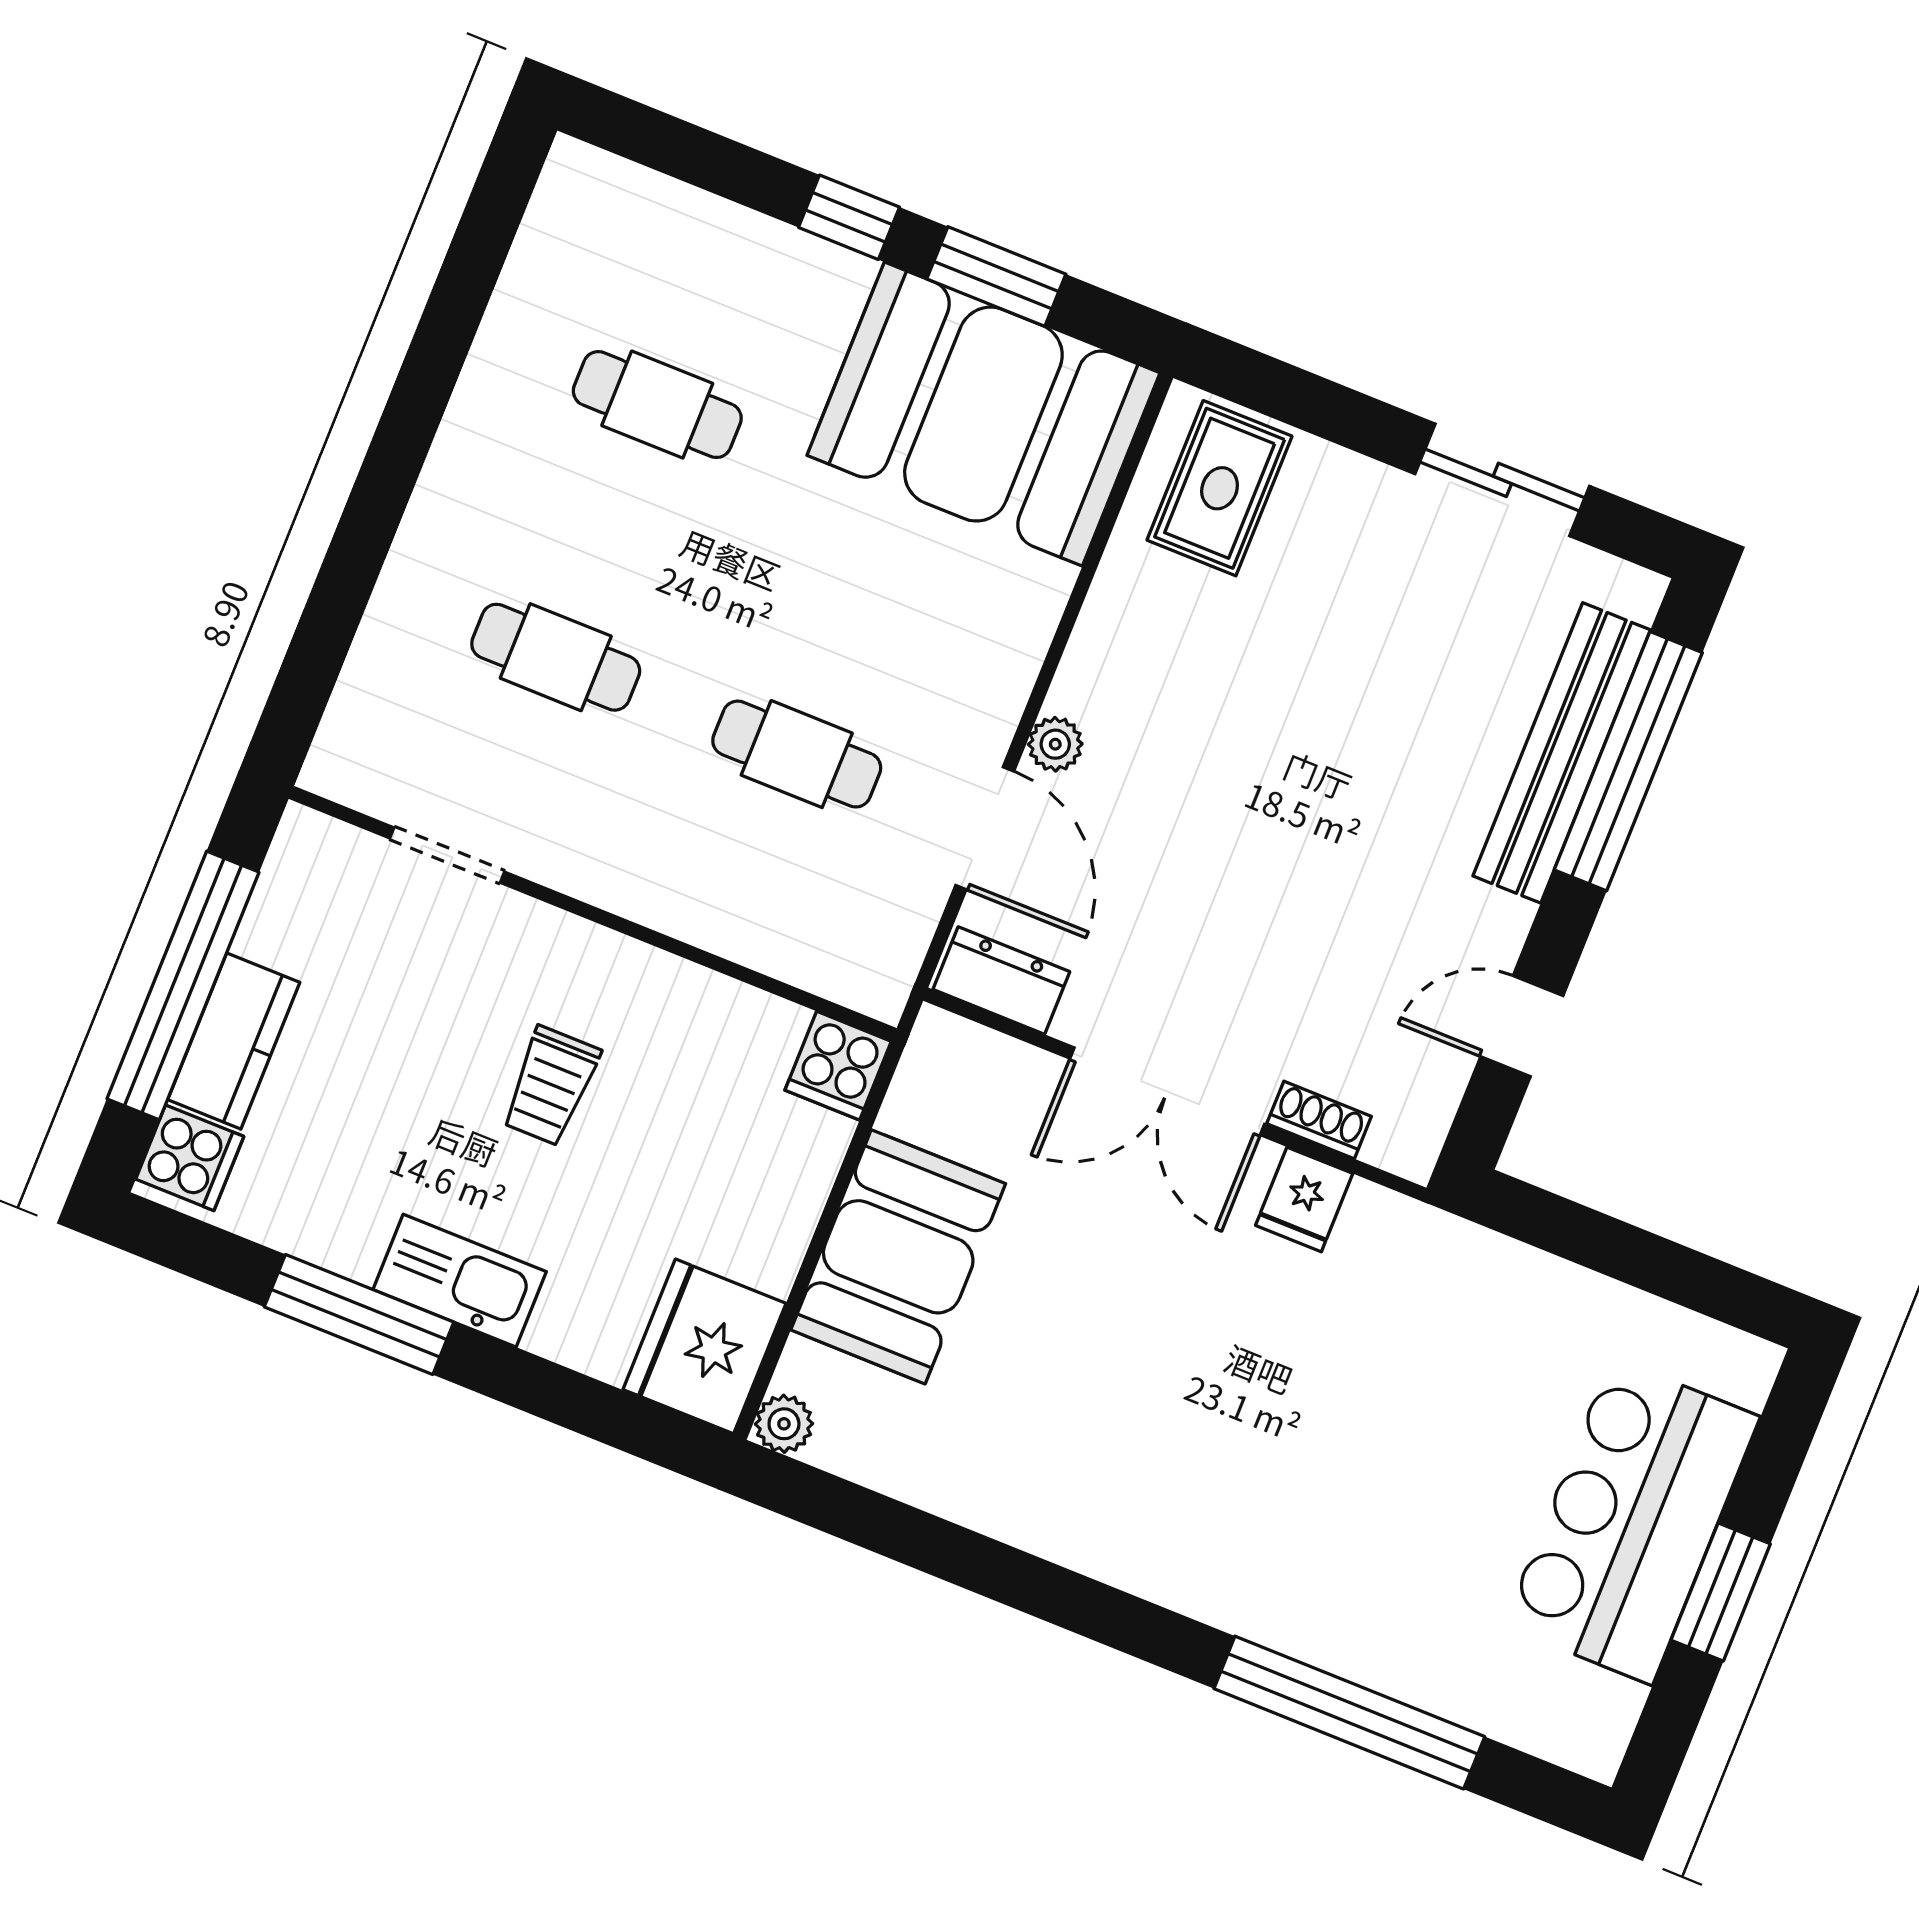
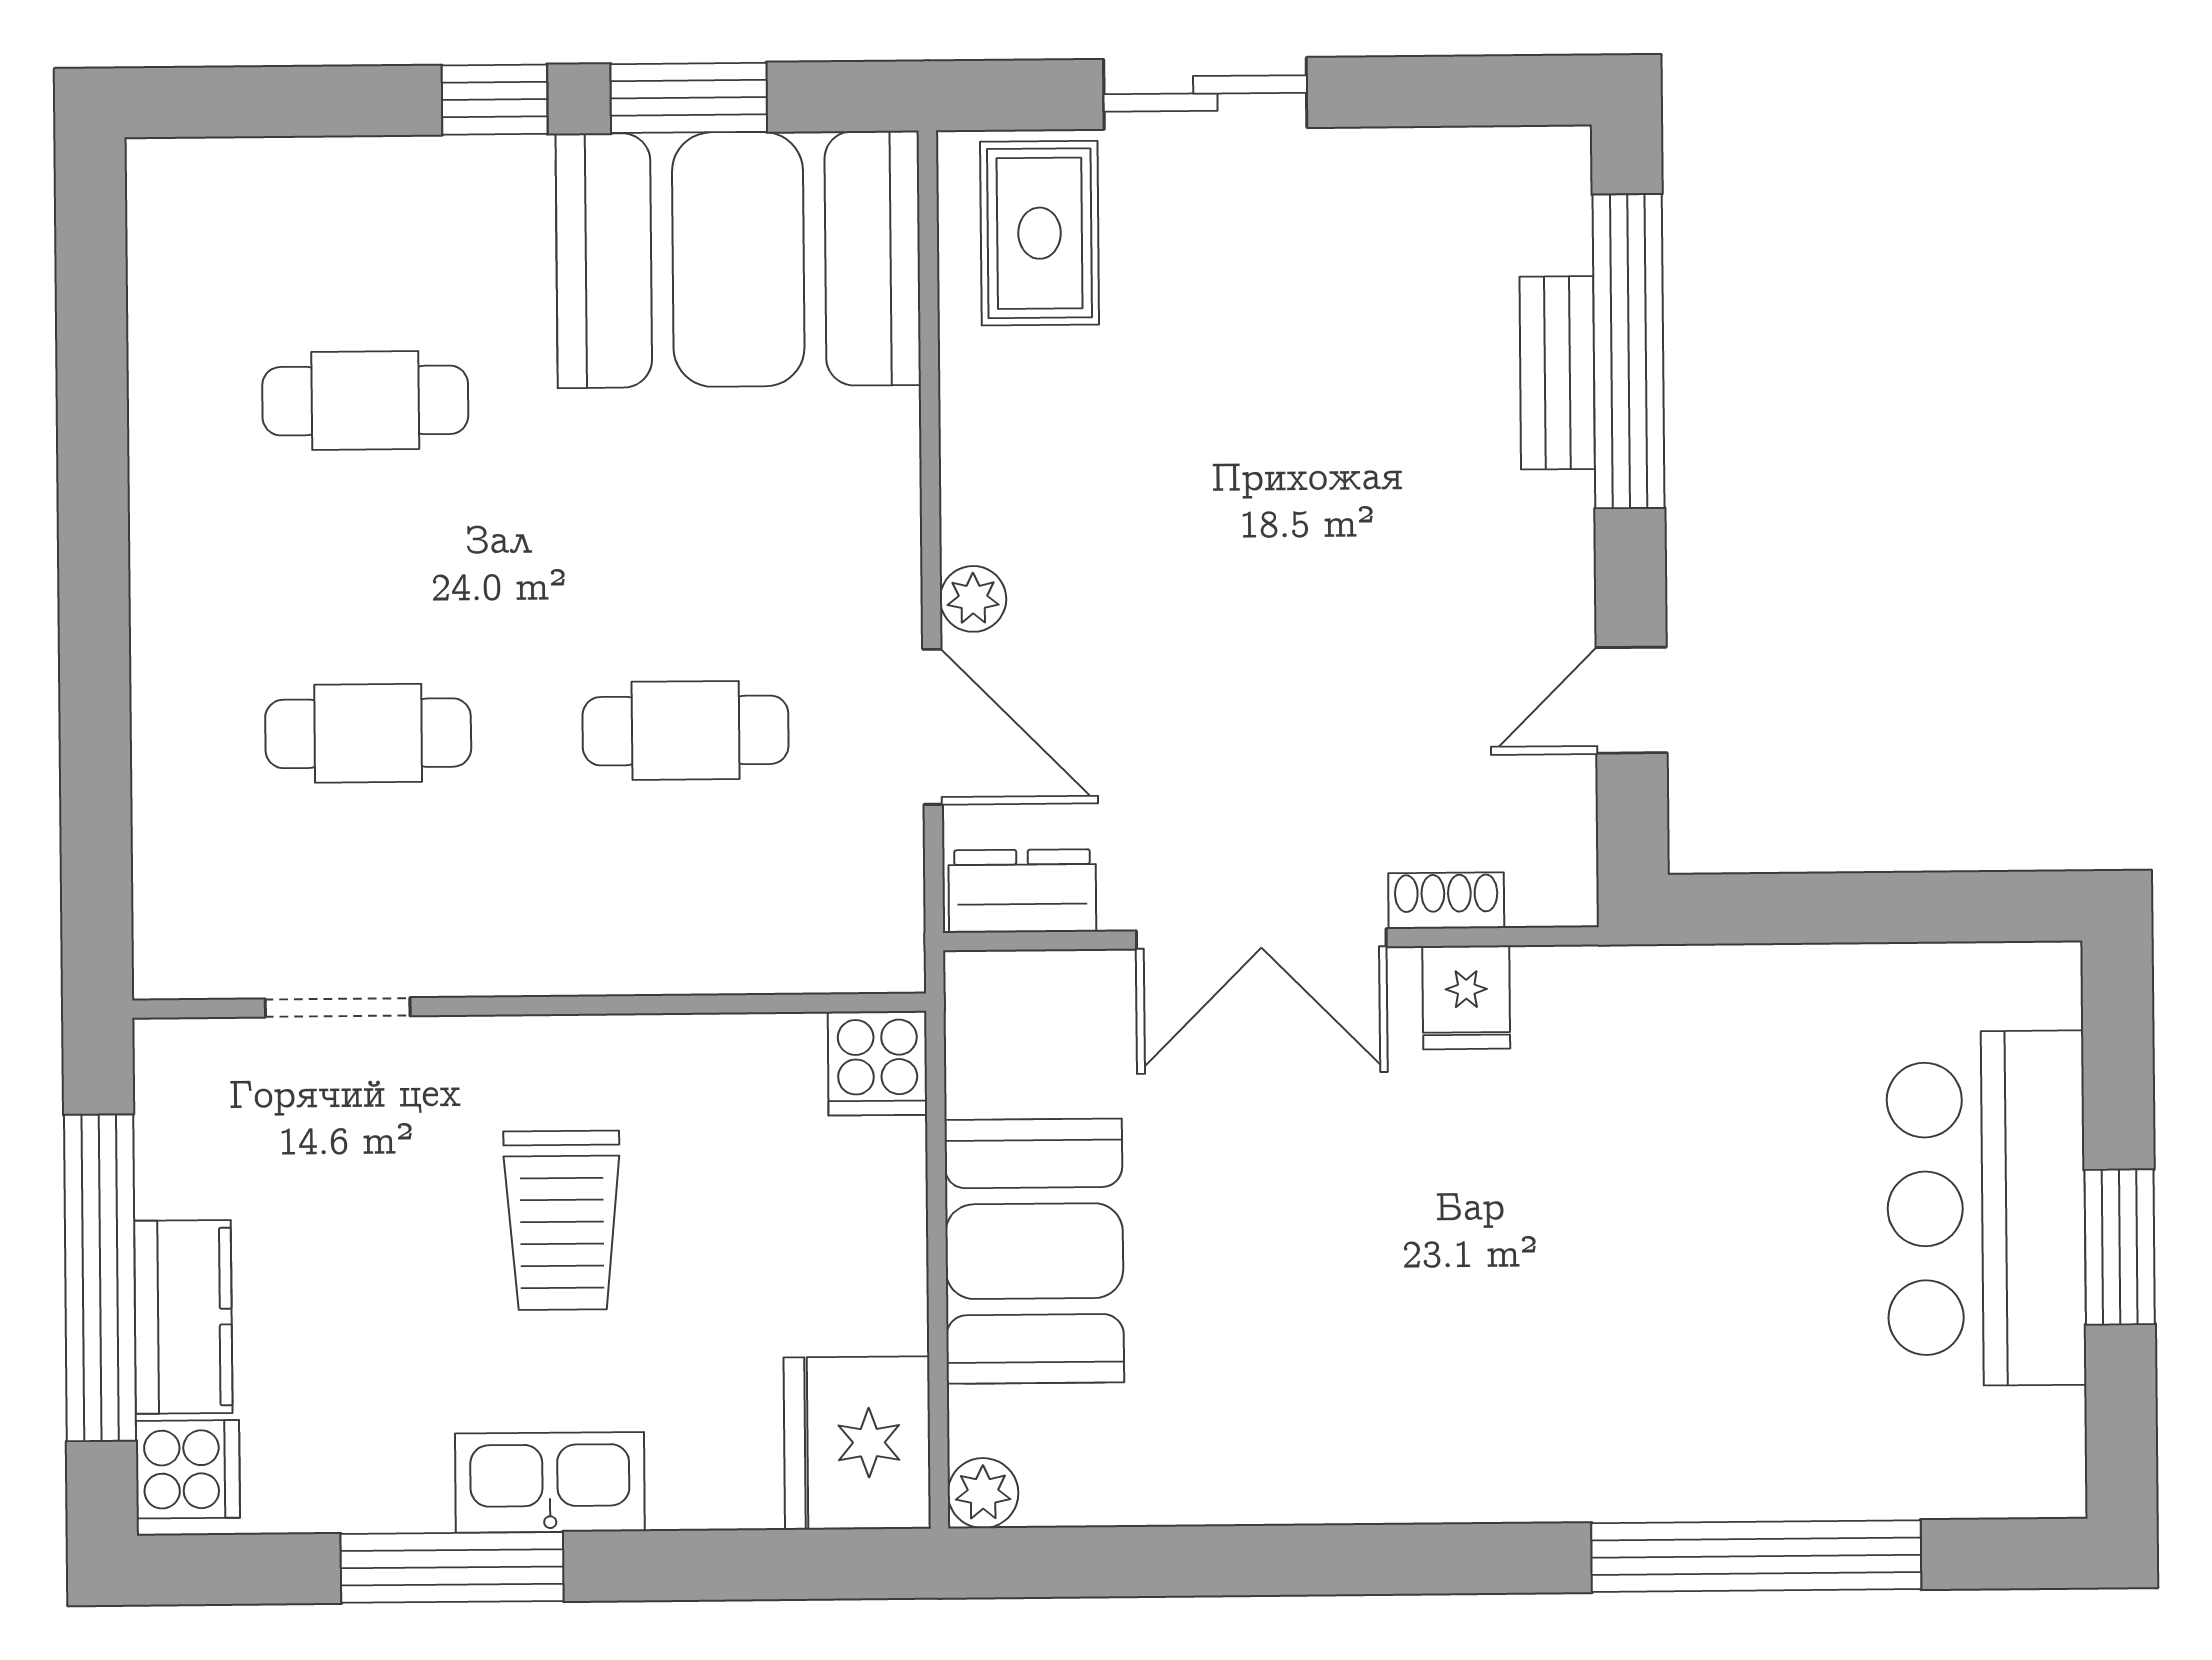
sliding door: (1502, 480) -> (1205, 93), moved
bench: (1562, 753) -> (1557, 373), width x0.54, depth x0.82
trolley: (550, 1086) -> (562, 1220), width x1.36, depth x1.39

